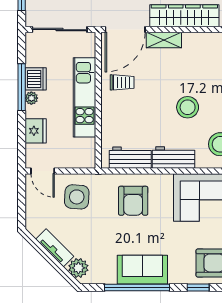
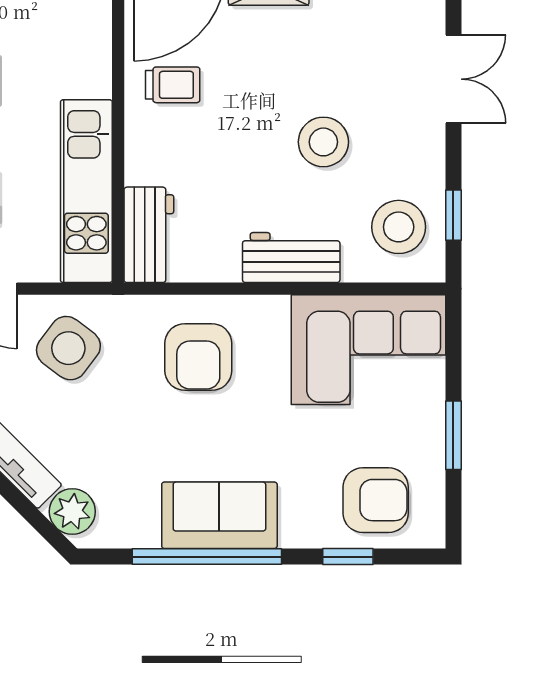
kitchen unit: (85, 97) -> (86, 191), moved
workbench: (130, 158) -> (149, 235), moved, turned 90
side table: (77, 197) -> (68, 348), turned 33

